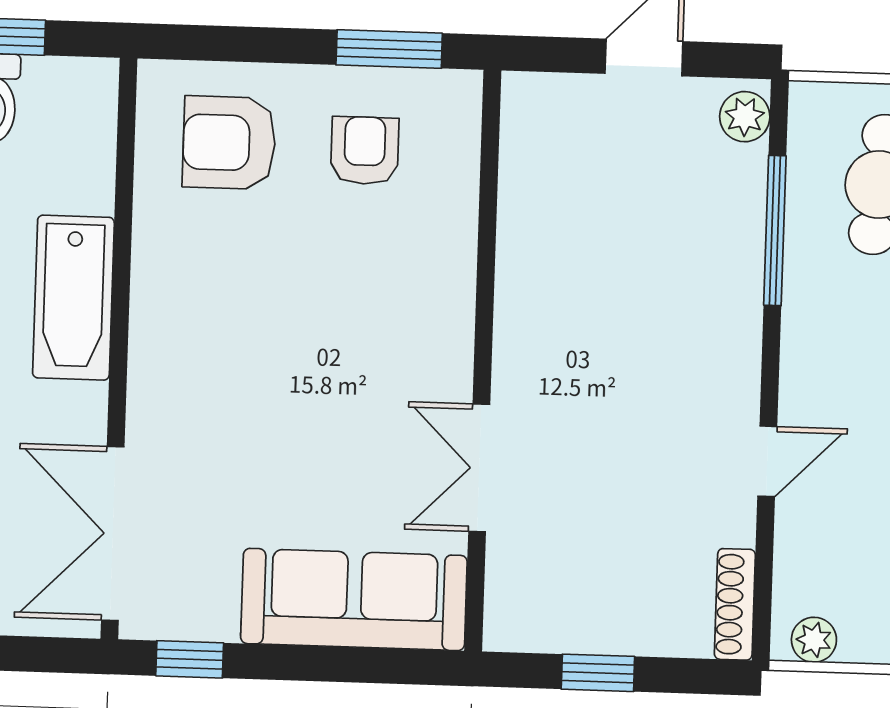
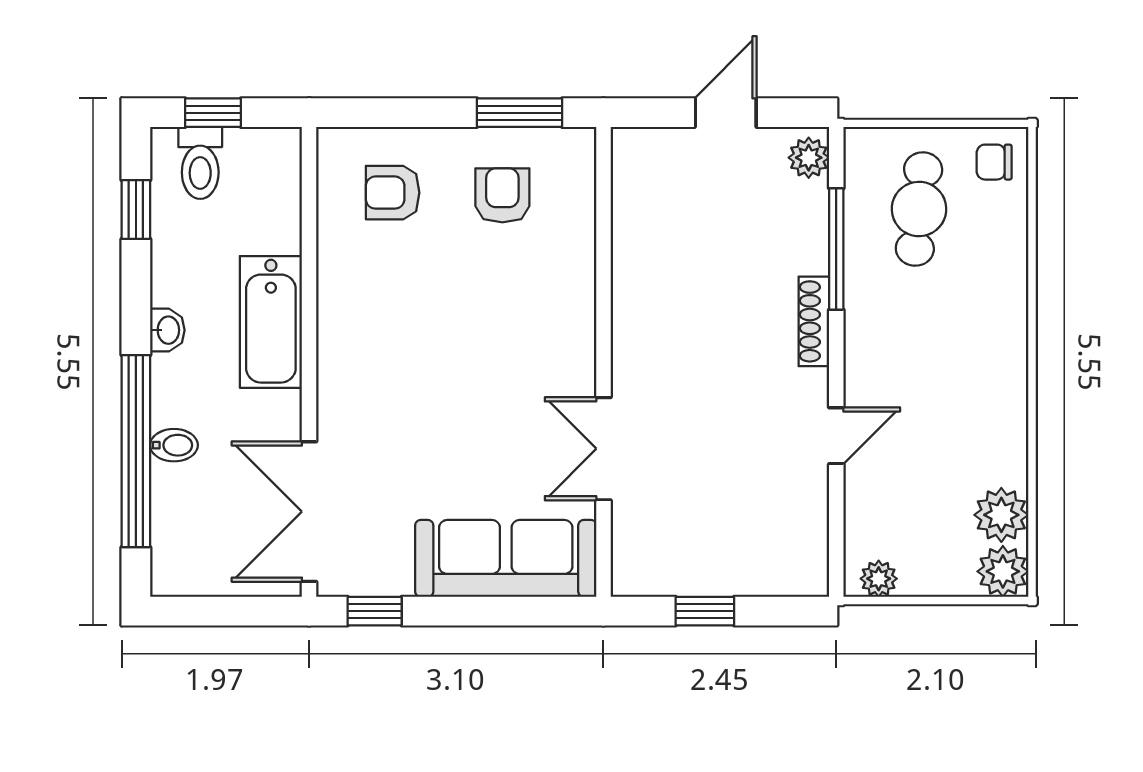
armchair: (229, 143) -> (393, 193), width x0.72, depth x0.72
shoe rack: (735, 604) -> (814, 321), moved

